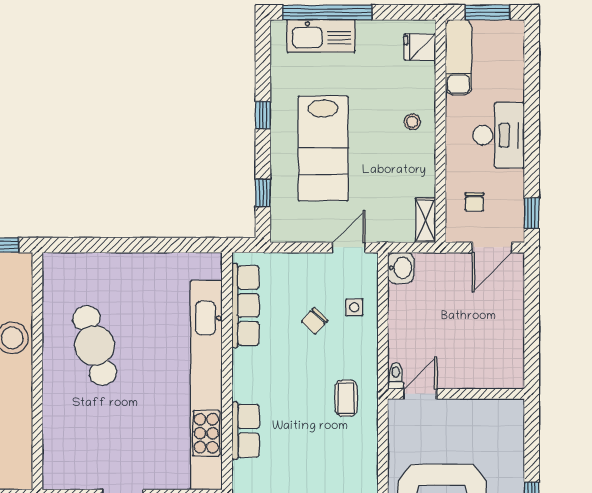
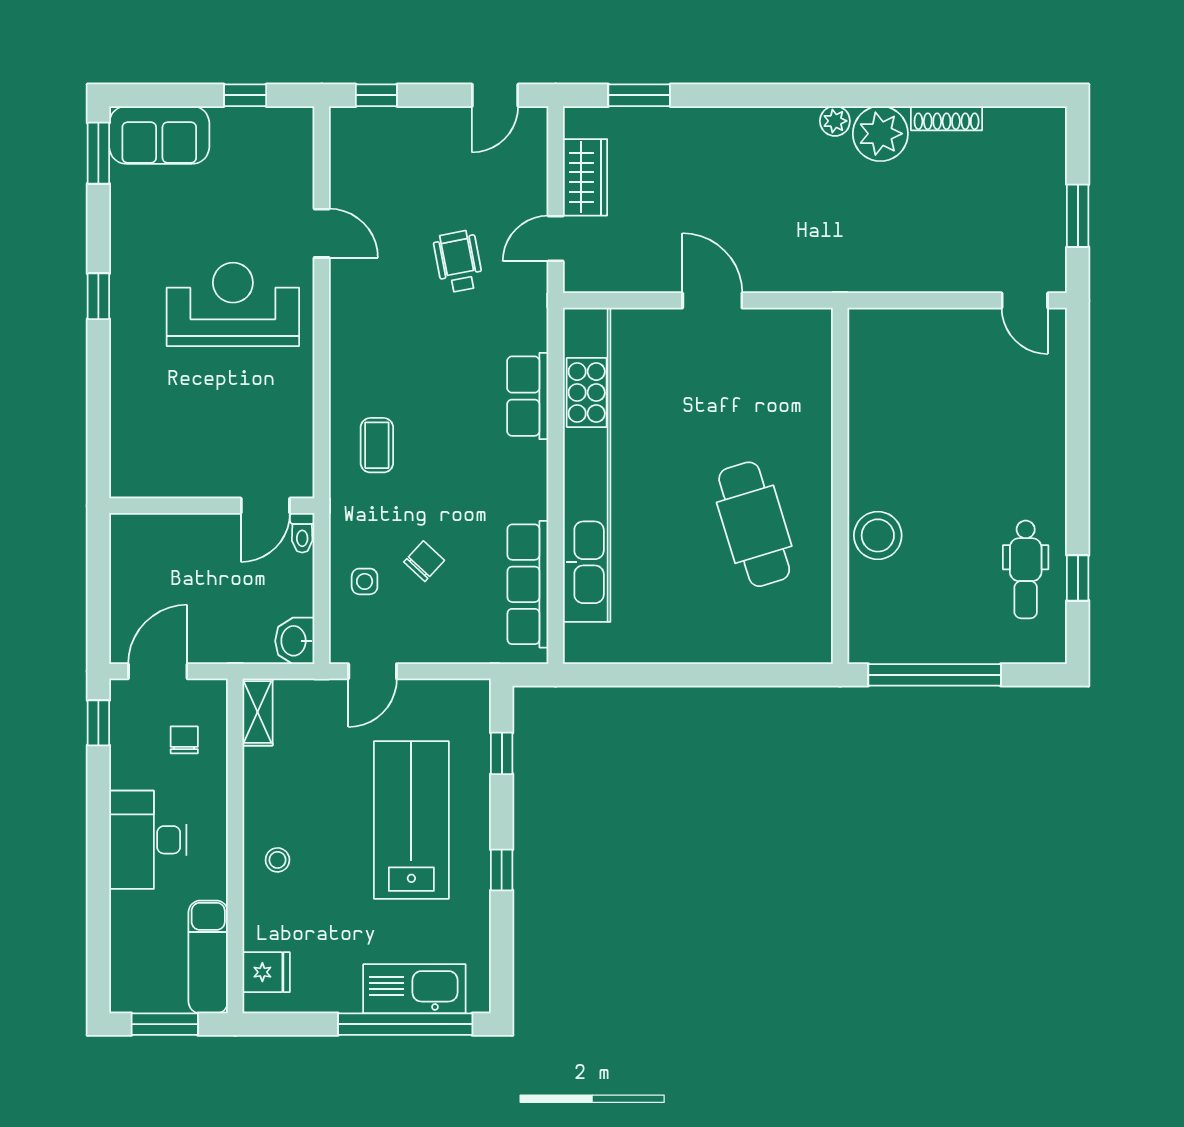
toilet: (396, 376) -> (302, 533), moved
door: (420, 394) -> (265, 506), moved
wall: (456, 394) -> (212, 506), moved

